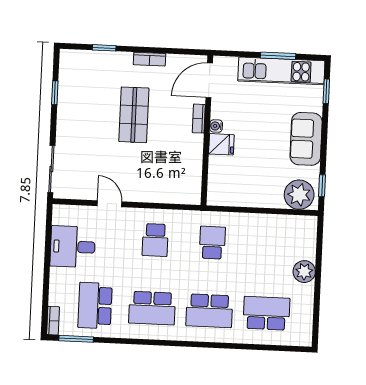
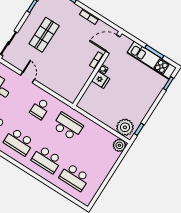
shop shelf: (134, 115) -> (44, 35), moved
sofa: (306, 139) -> (144, 101), removed
school desk: (212, 243) -> (68, 126), width x1.85
plant: (304, 272) -> (119, 145), moved
school desk: (266, 313) -> (75, 177), turned 180

